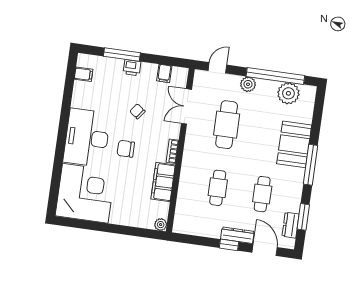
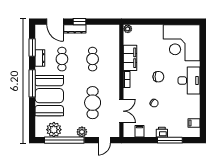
desk: (87, 138) -> (189, 80), width x0.73, depth x0.77
booth: (294, 144) -> (49, 96), width x1.36, depth x1.42
dresser: (291, 225) -> (40, 58), moved

